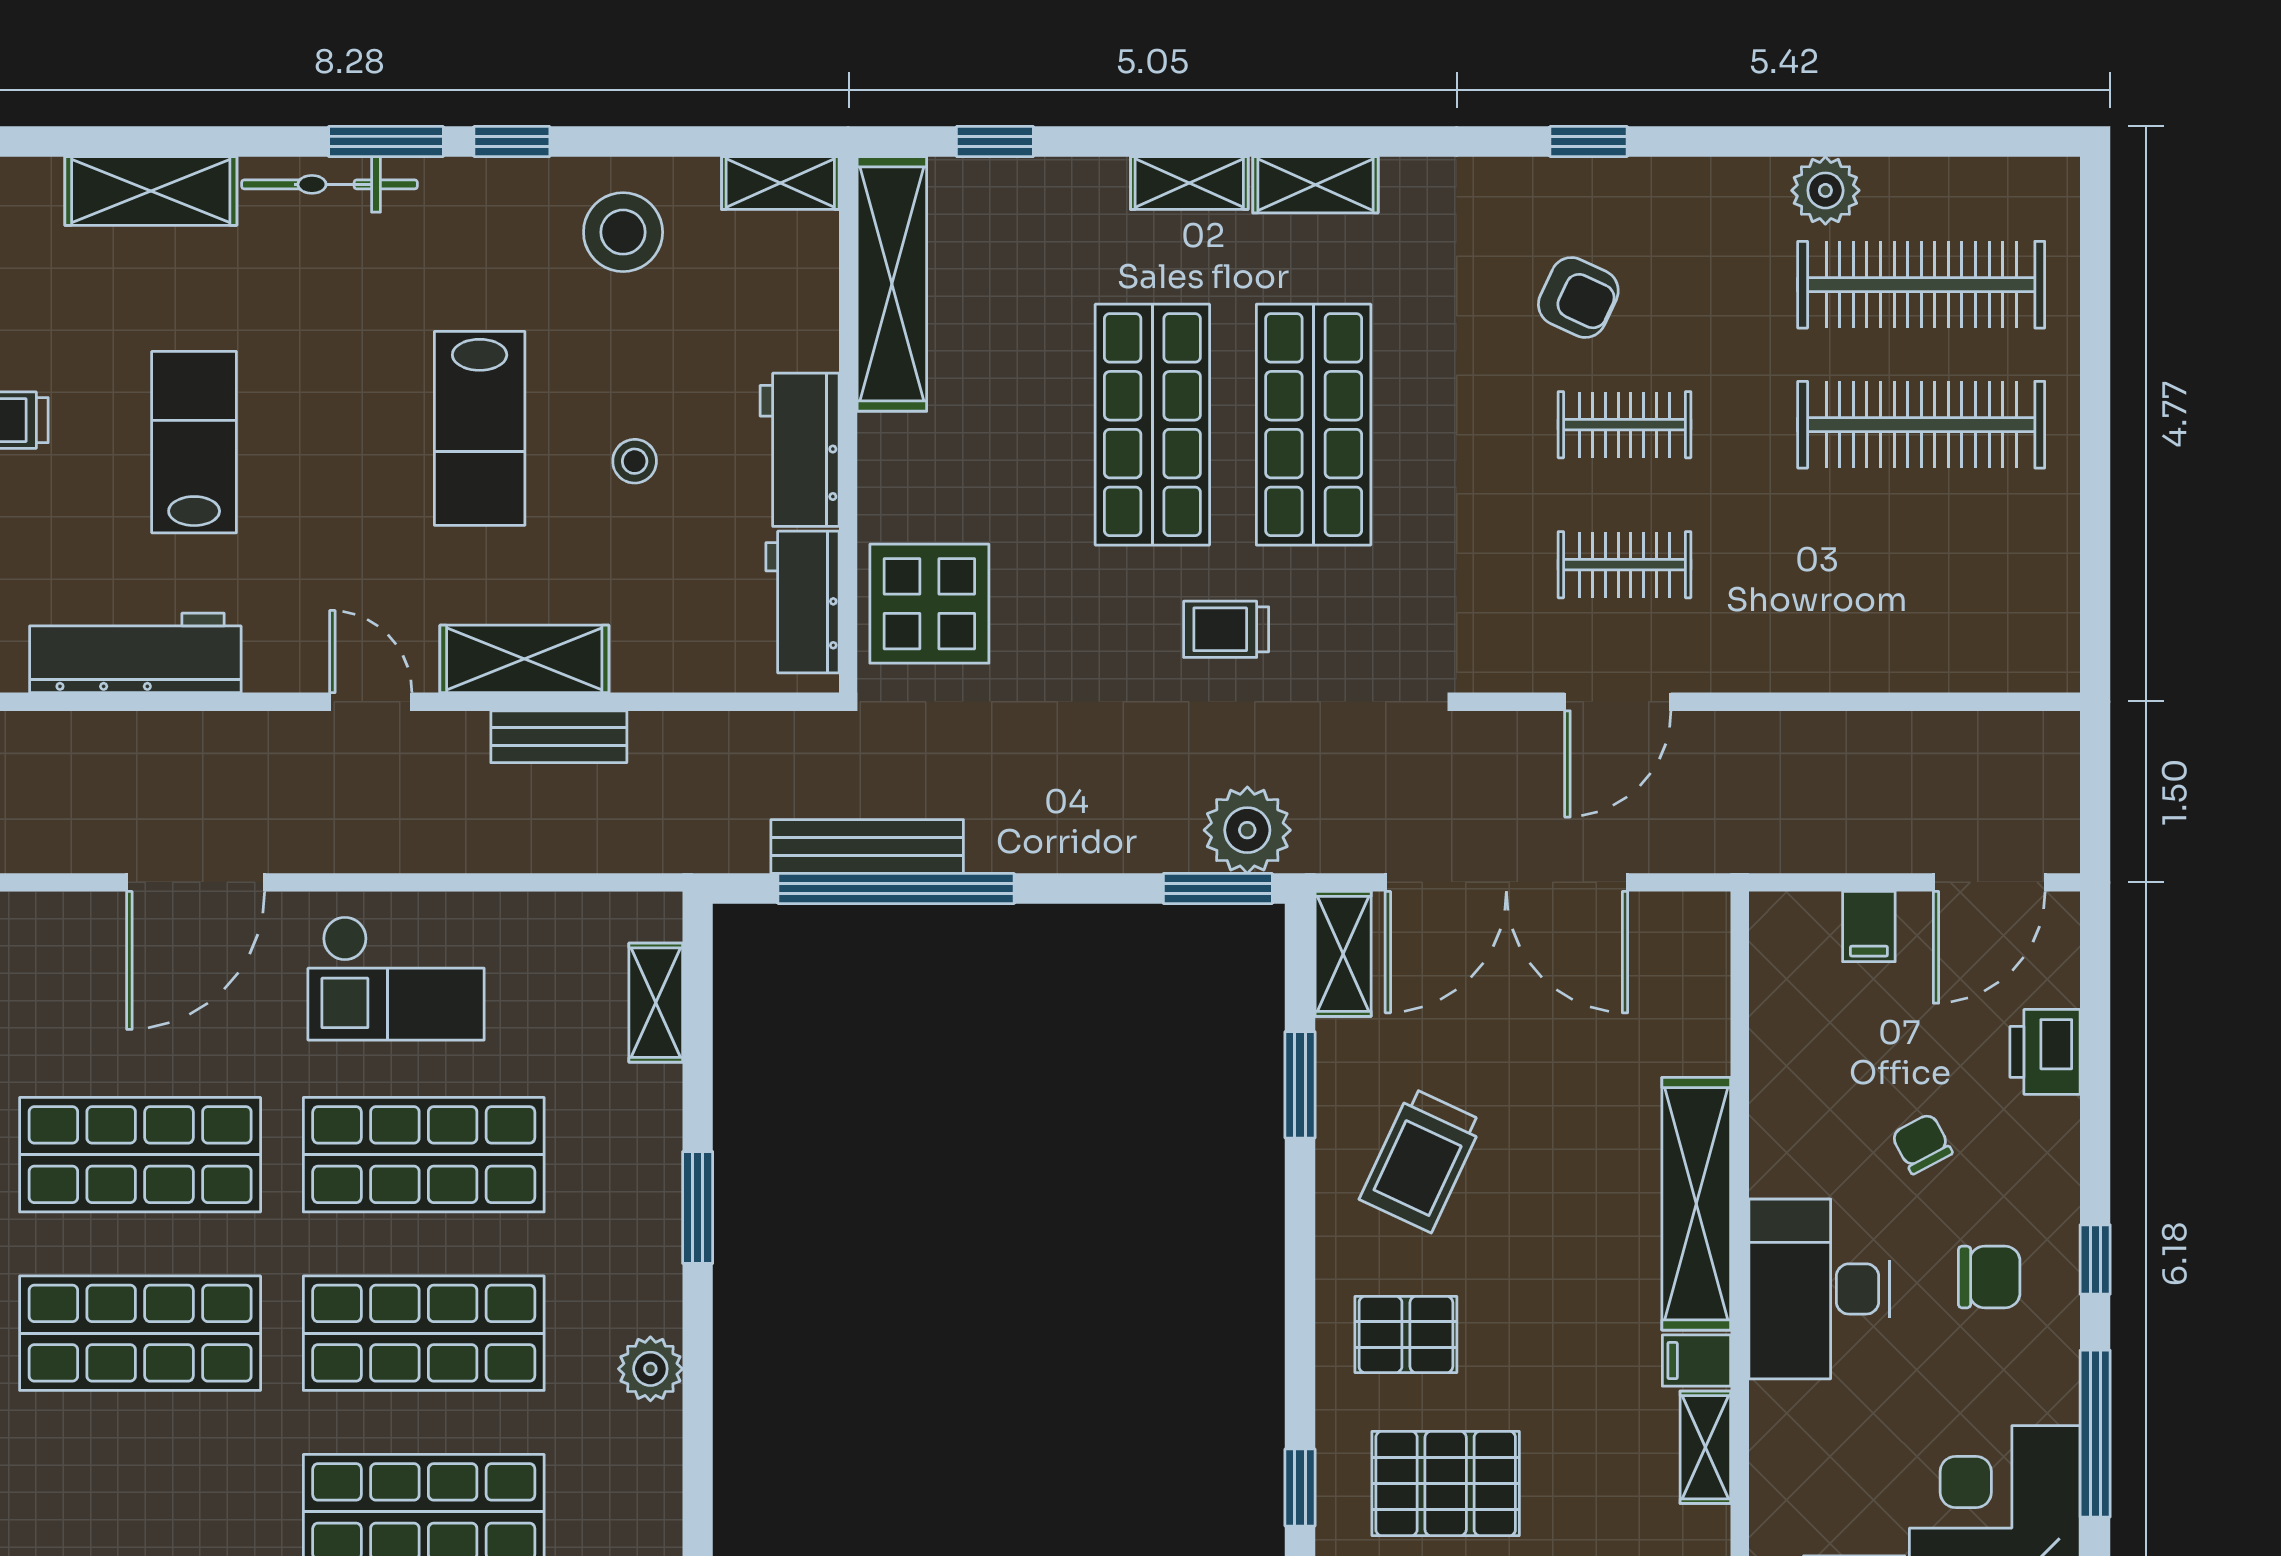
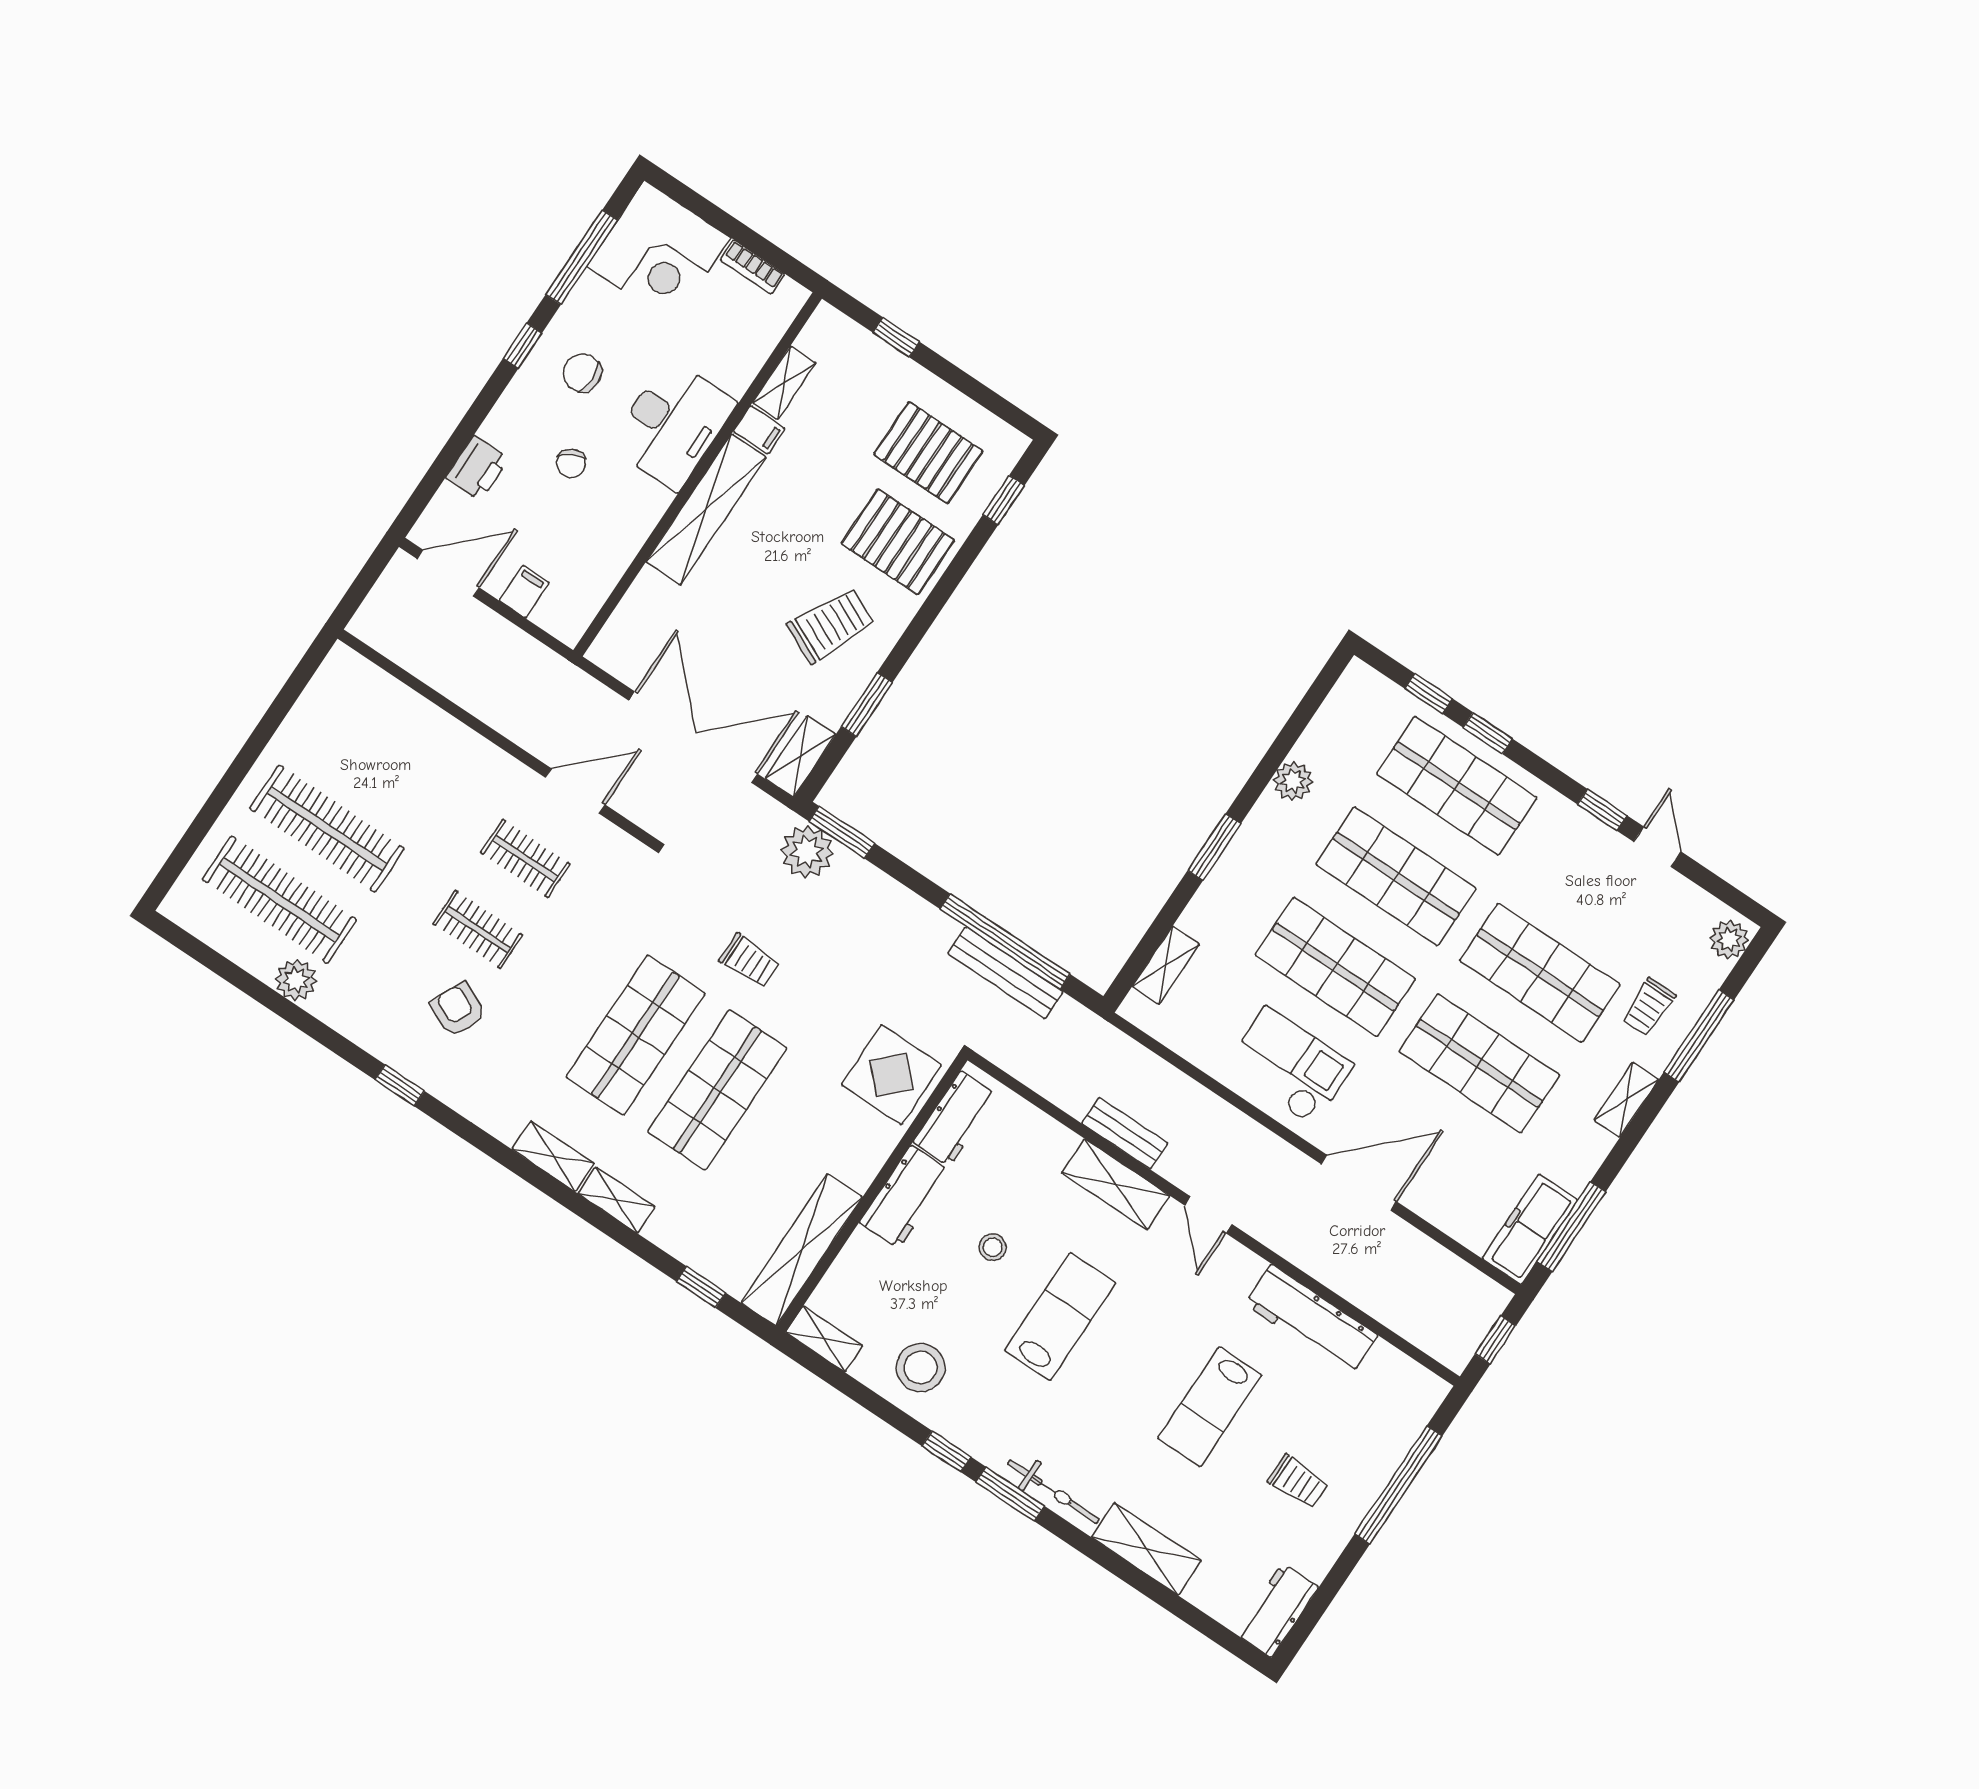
pallet: (1406, 1335) -> (898, 542), width x1.50, depth x1.42

